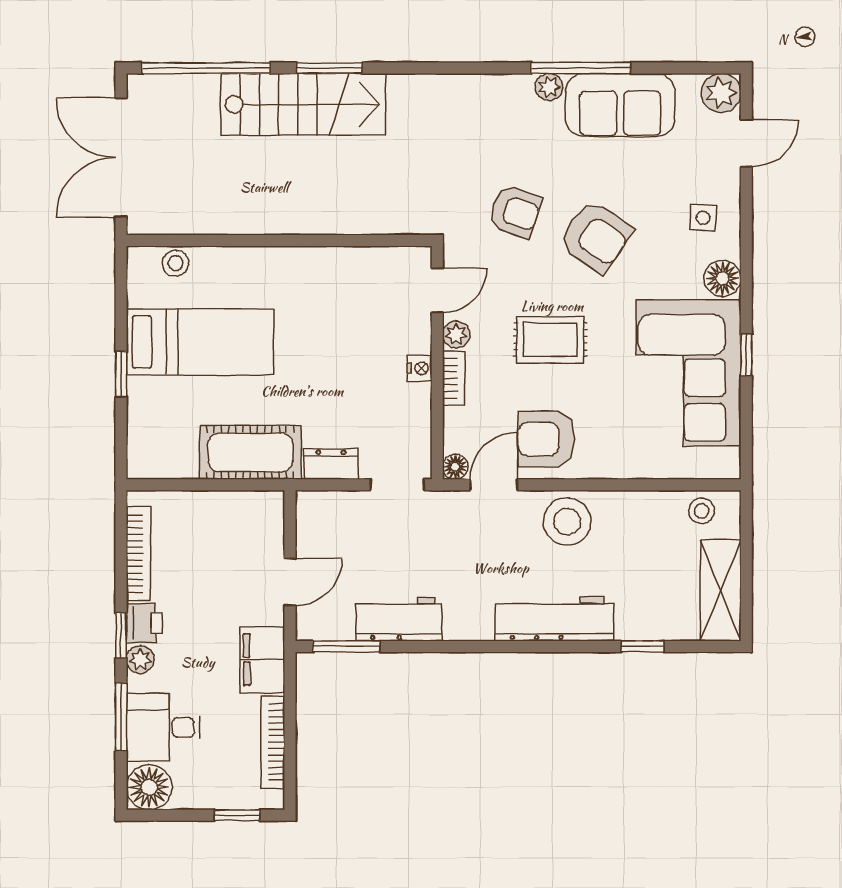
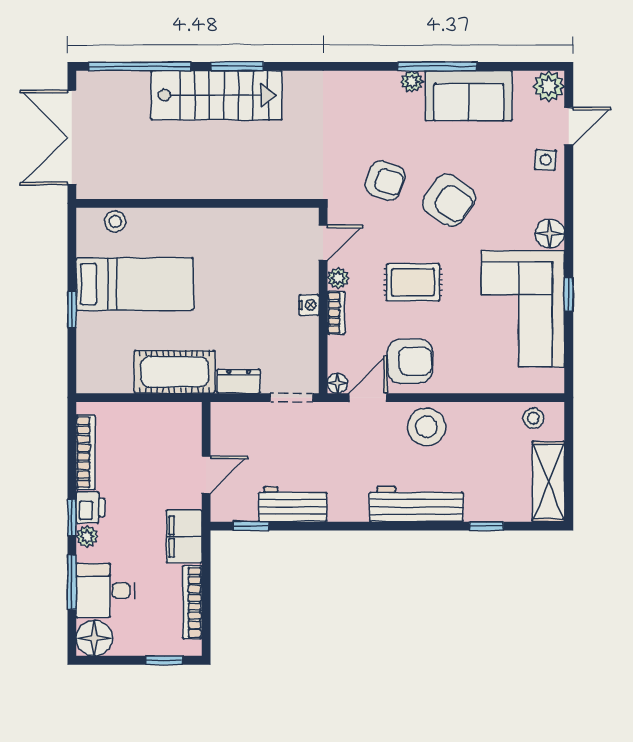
side table: (703, 218) -> (545, 160), moved
armchair: (546, 439) -> (410, 361), turned 180
window: (346, 646) -> (251, 526), width x0.67

